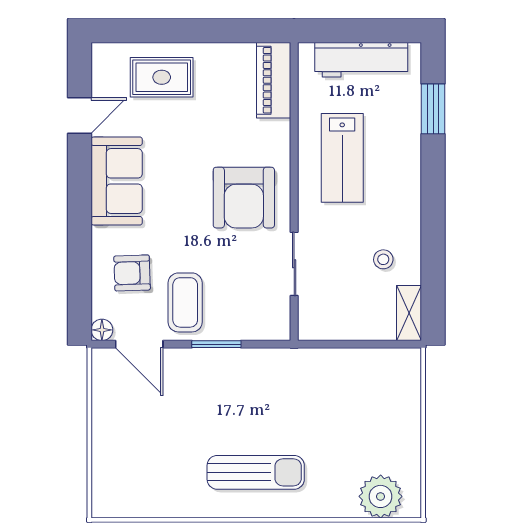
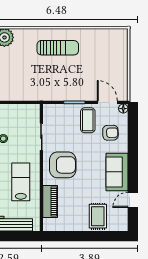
rug: (162, 77) -> (98, 216), turned 90
piano: (274, 80) -> (50, 202), moved
armchair: (244, 198) -> (63, 165), turned 90
sun lounger: (256, 472) -> (58, 48), turned 180

